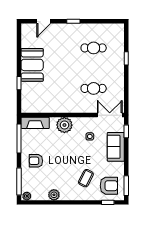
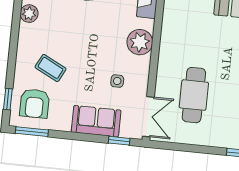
cafe table: (94, 88) -> (194, 95), width x1.37, depth x1.35

